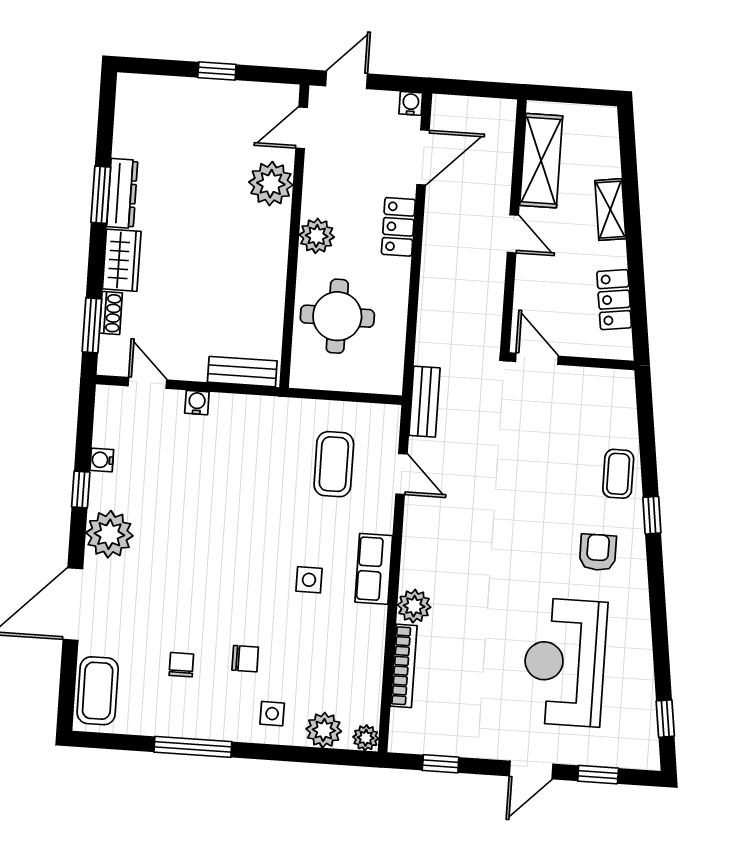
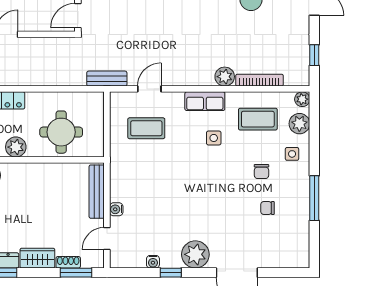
bench: (242, 372) -> (97, 192), width x1.36
chair: (245, 659) -> (261, 172), turned 180
coffee table: (98, 691) -> (258, 119), moved

